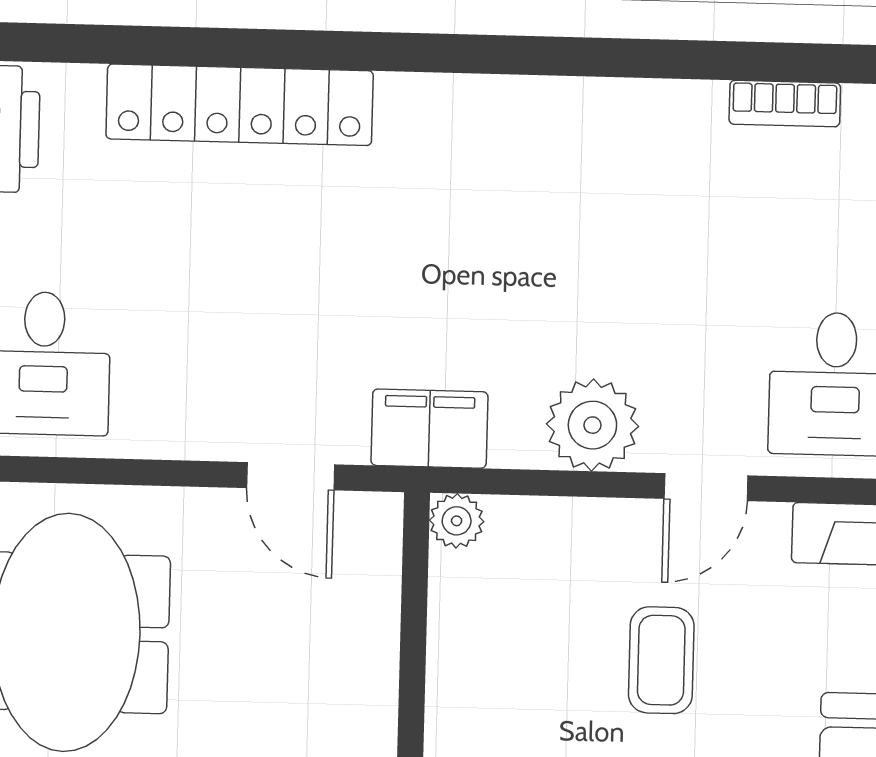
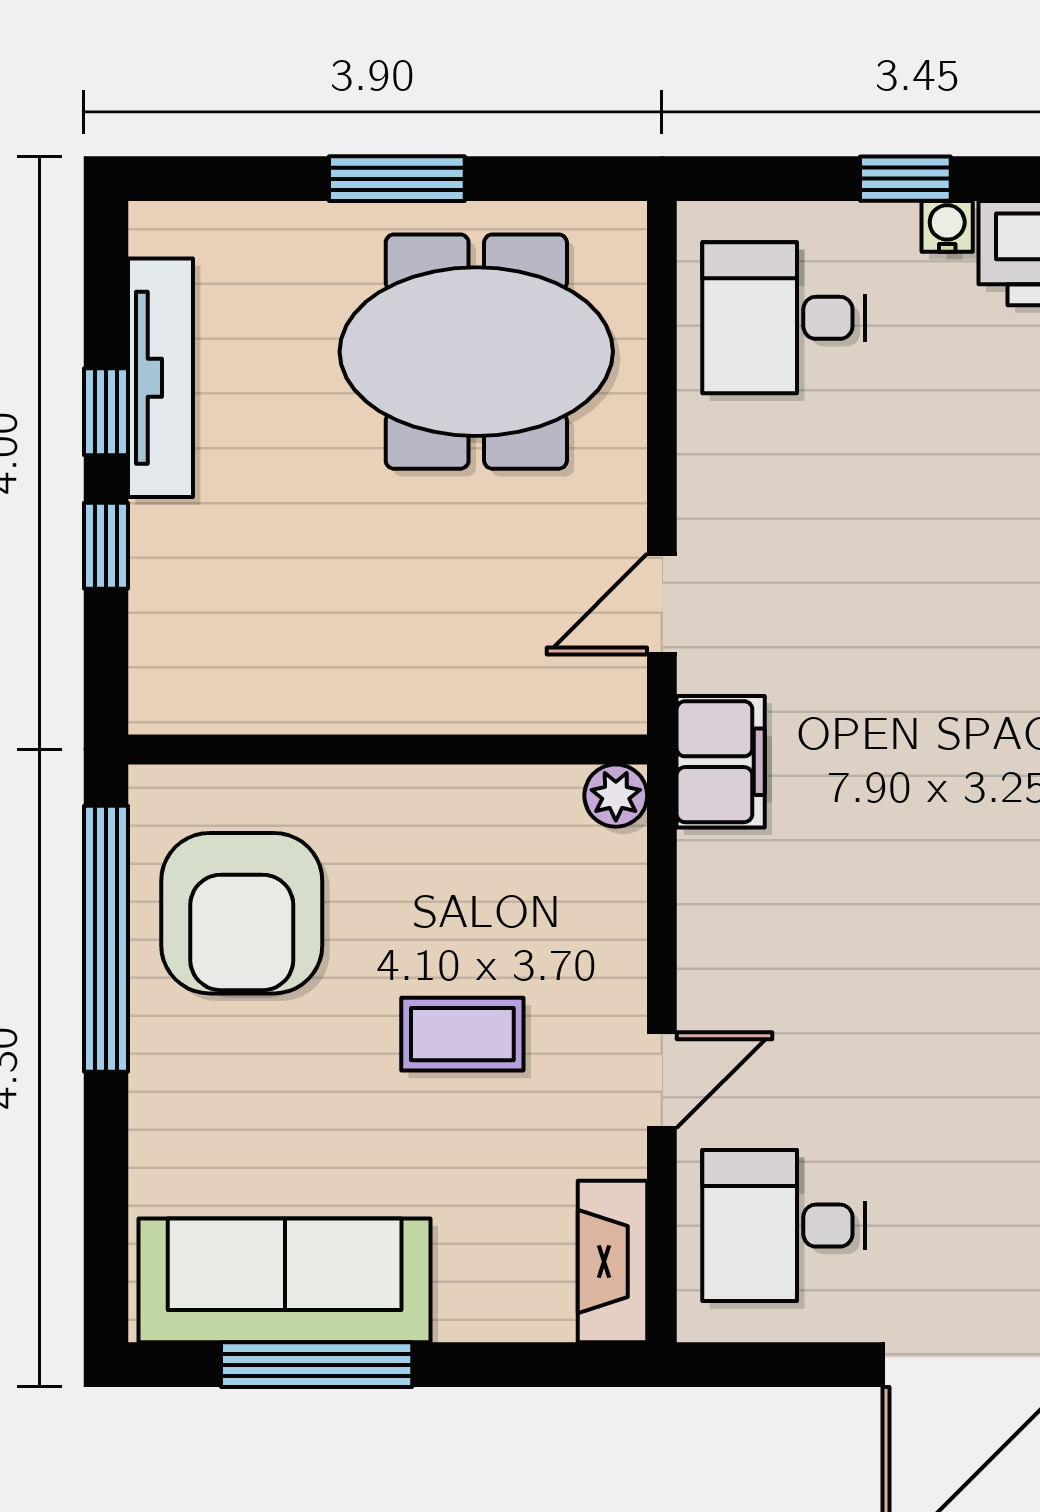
plant: (592, 425) -> (730, 948), removed
door: (706, 487) -> (662, 1080), swing flipped

